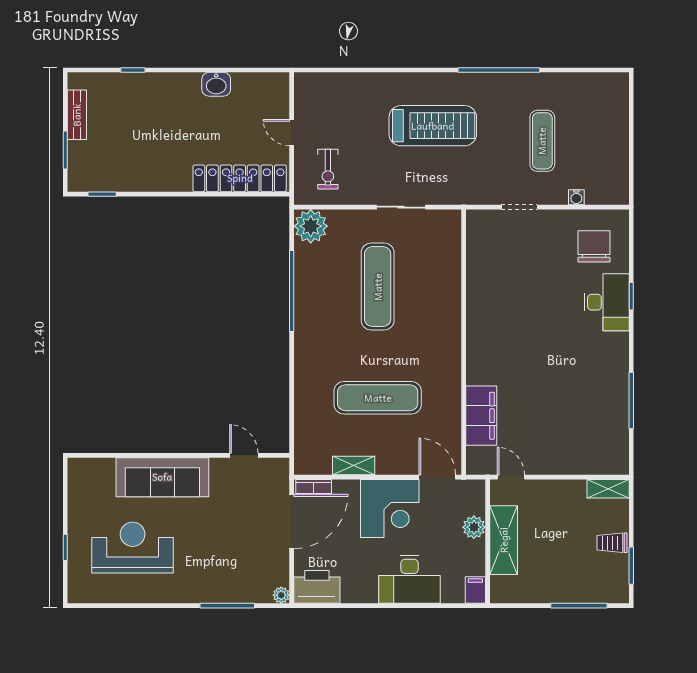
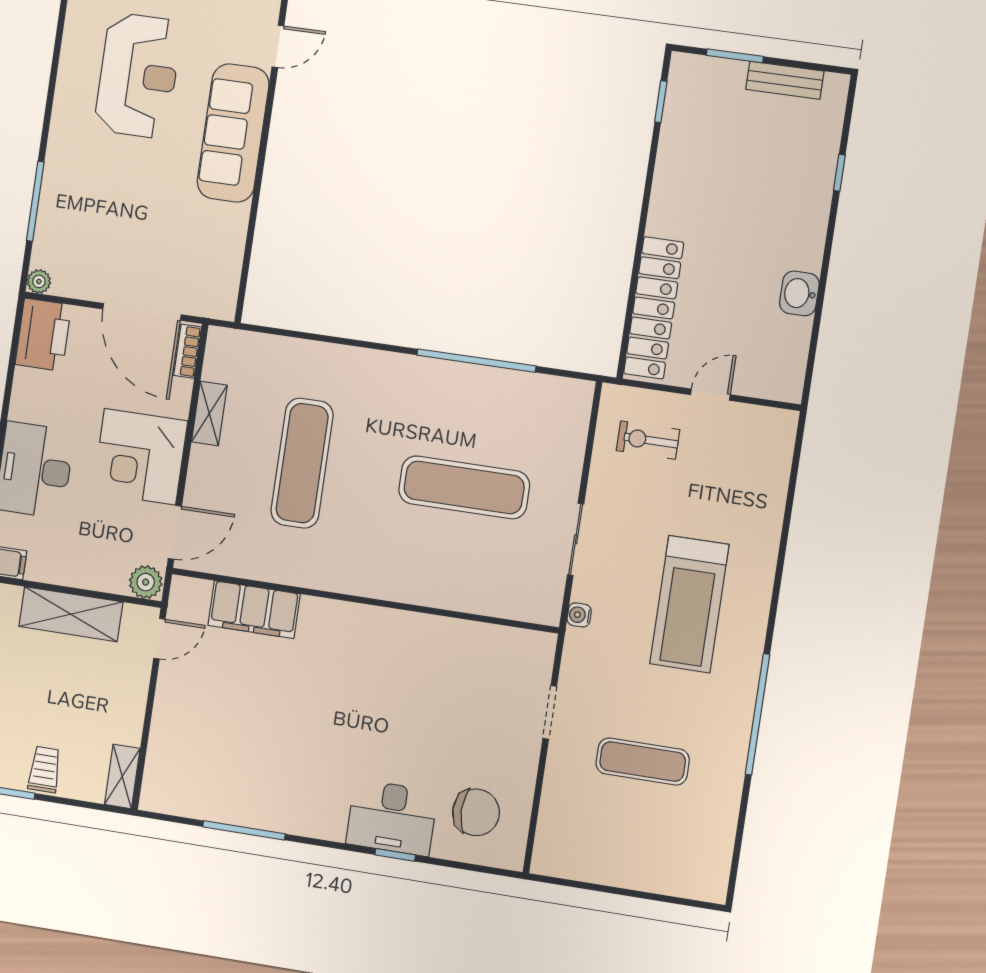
water cooler: (576, 197) -> (579, 615), moved
plant: (311, 226) -> (567, 402), removed
door: (244, 455) -> (278, 46), moved
plant: (474, 527) -> (146, 582), moved

